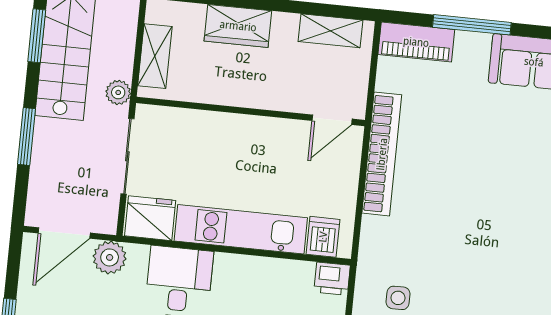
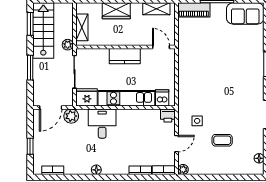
door: (332, 120) -> (161, 47), swing flipped
kitchen counter: (247, 132) -> (125, 56), added
bookcase: (382, 154) -> (184, 60), removed

